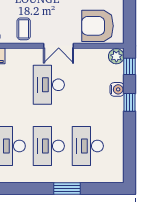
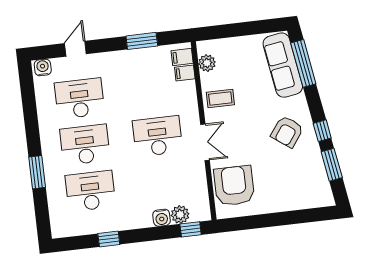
double door: (59, 46) -> (205, 142), swing flipped
plant: (116, 56) -> (180, 215), moved
window: (130, 102) -> (109, 239), moved

